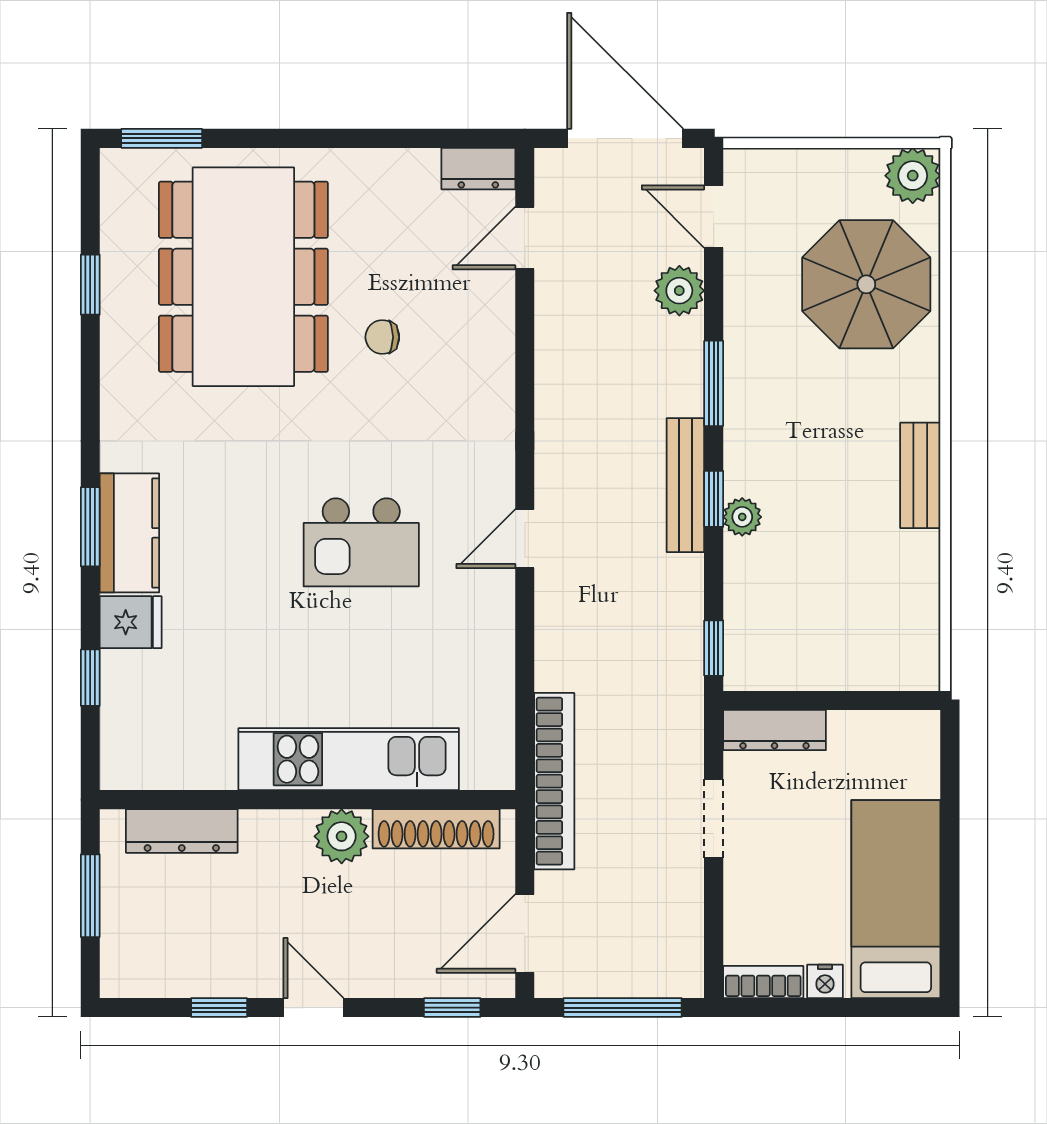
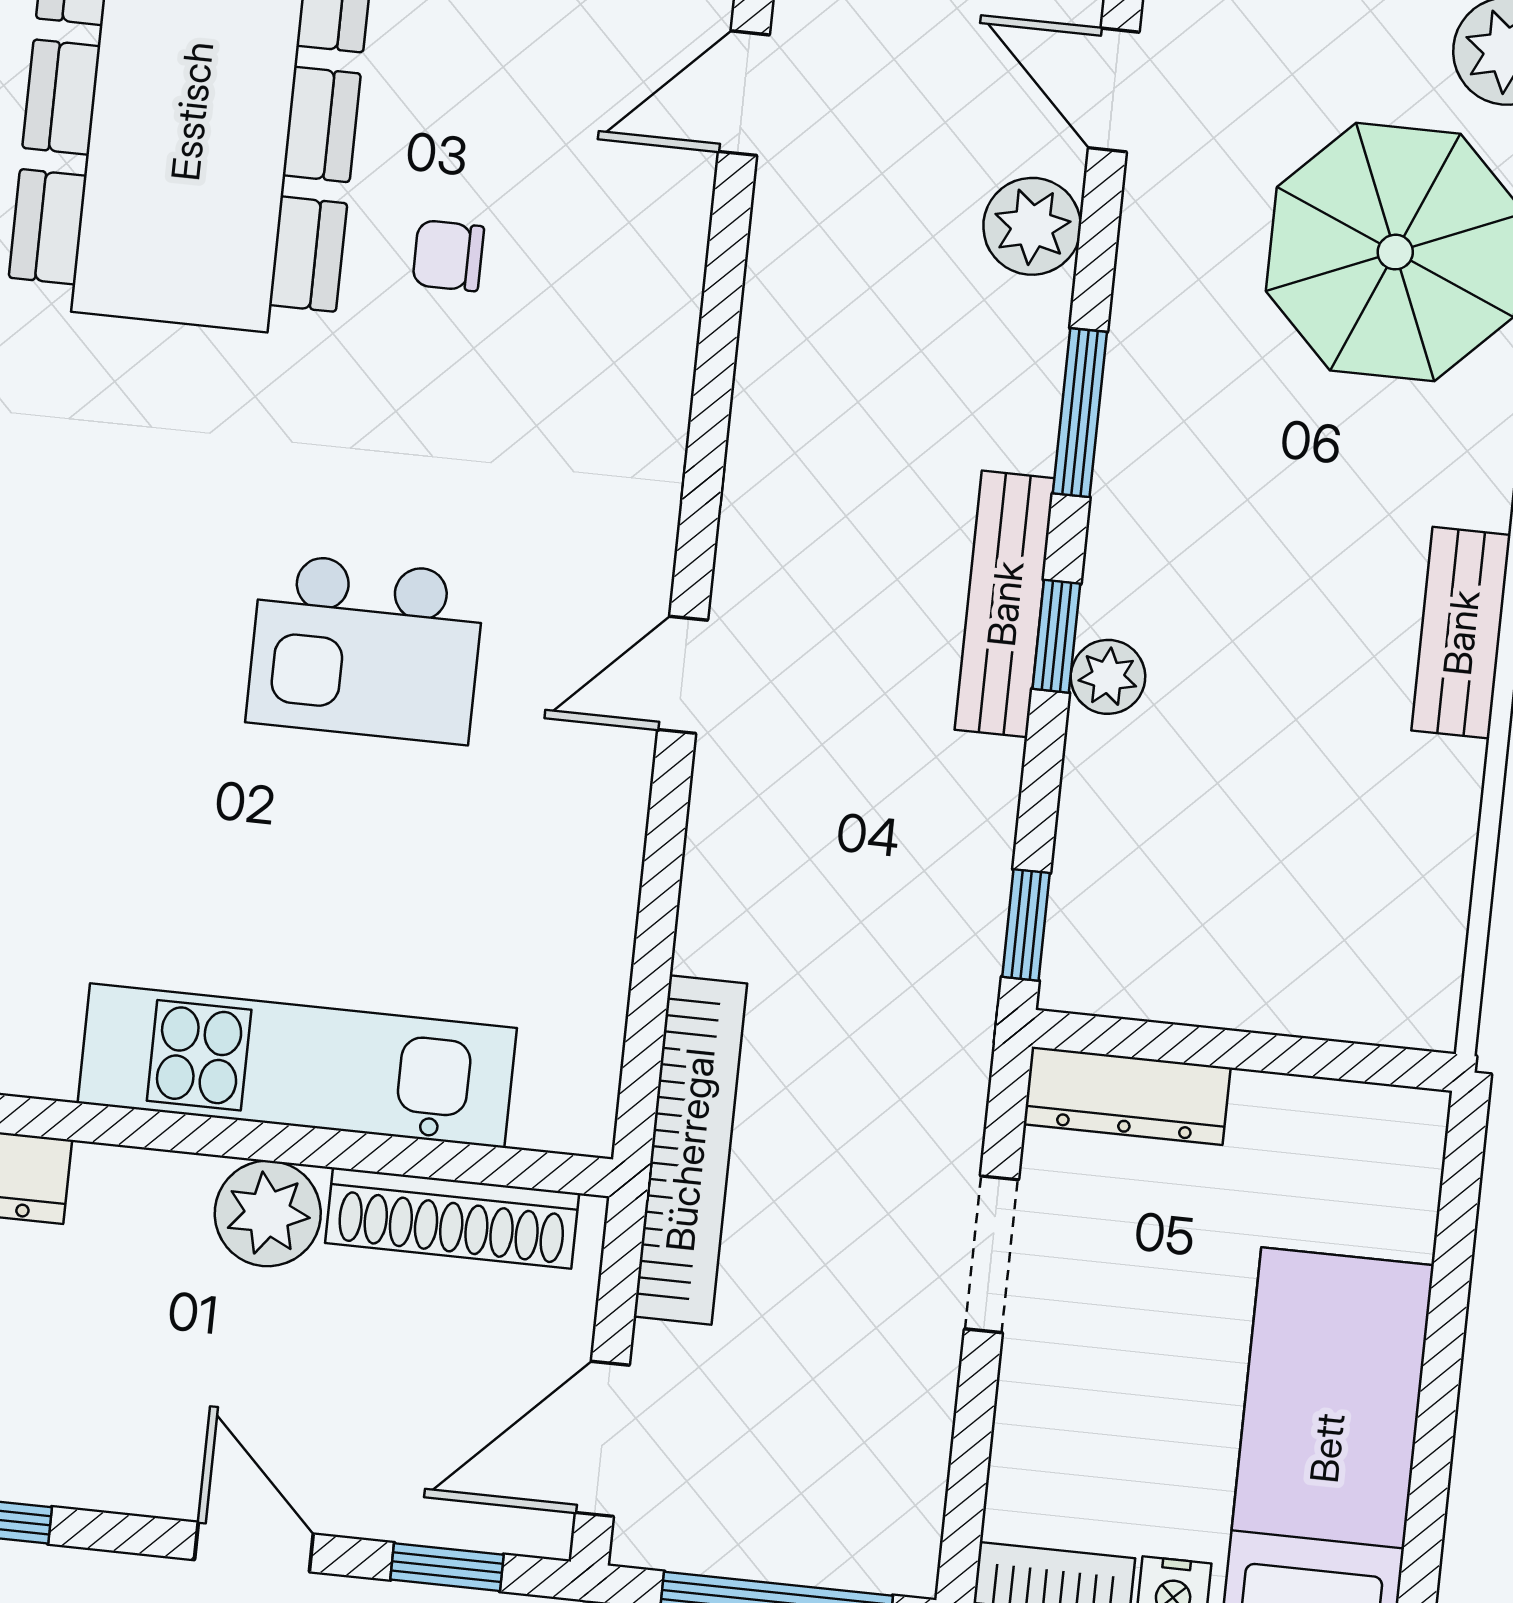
door: (314, 1008) -> (254, 1547), moved

